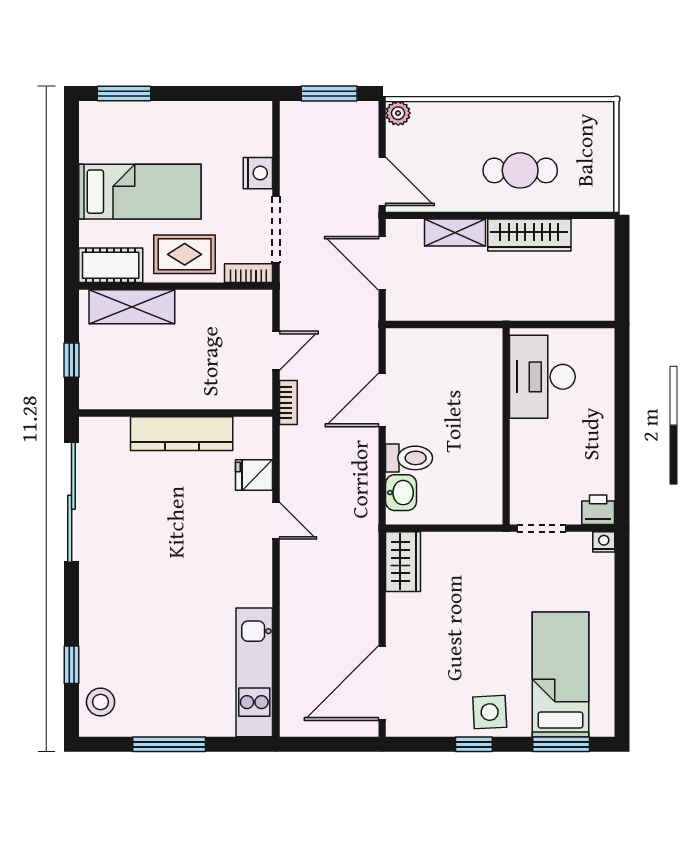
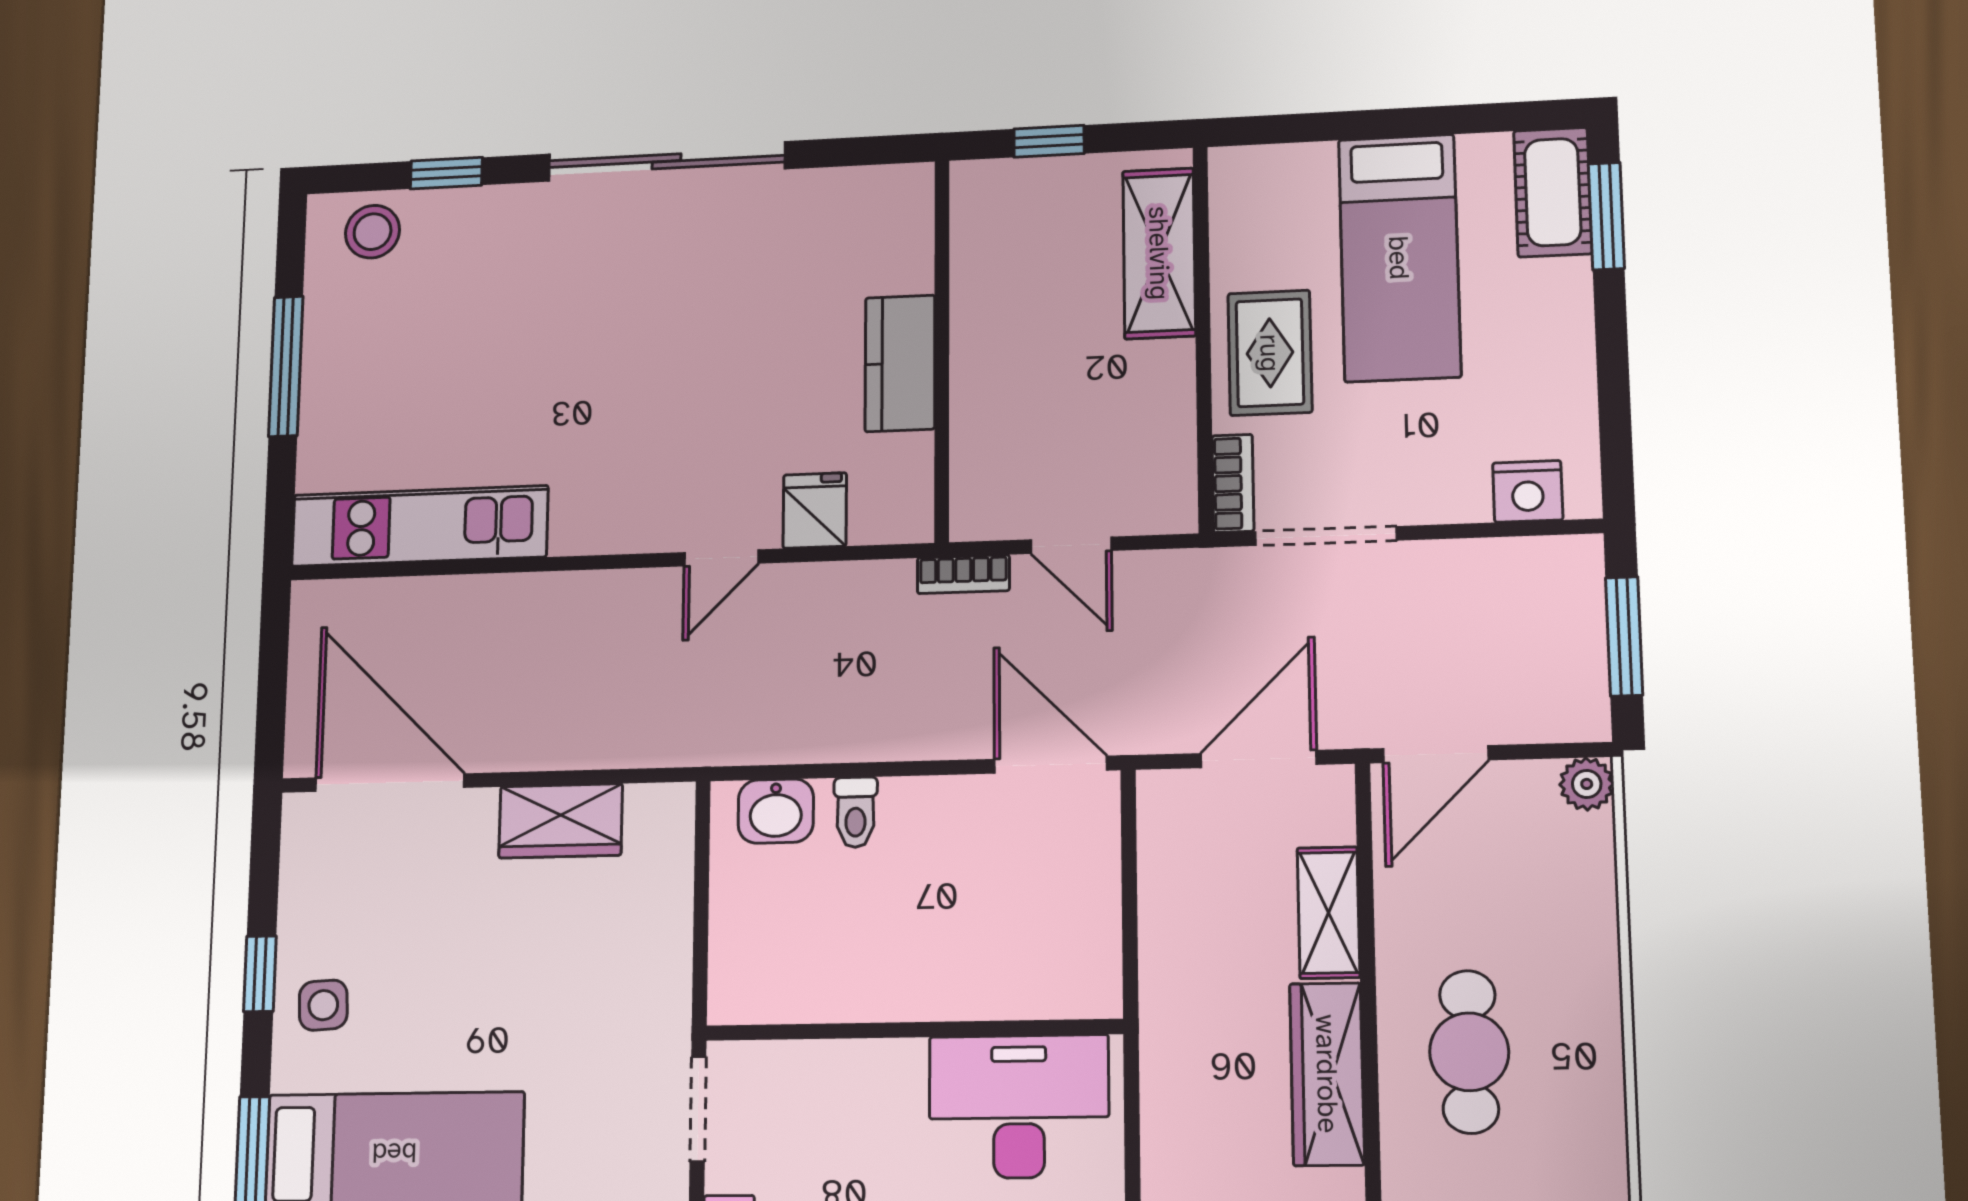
nightstand: (258, 173) -> (1528, 491), moved
cot: (111, 265) -> (1553, 192), moved
door: (382, 400) -> (1051, 765), moved
kitchen counter: (182, 434) -> (900, 363), width x0.67
toilet: (409, 458) -> (856, 812), width x0.73, depth x0.72
sliding door: (72, 502) -> (666, 161), moved
wardrobe: (403, 562) -> (561, 821), moved
side table: (490, 712) -> (323, 1005), width x0.73, depth x0.73

